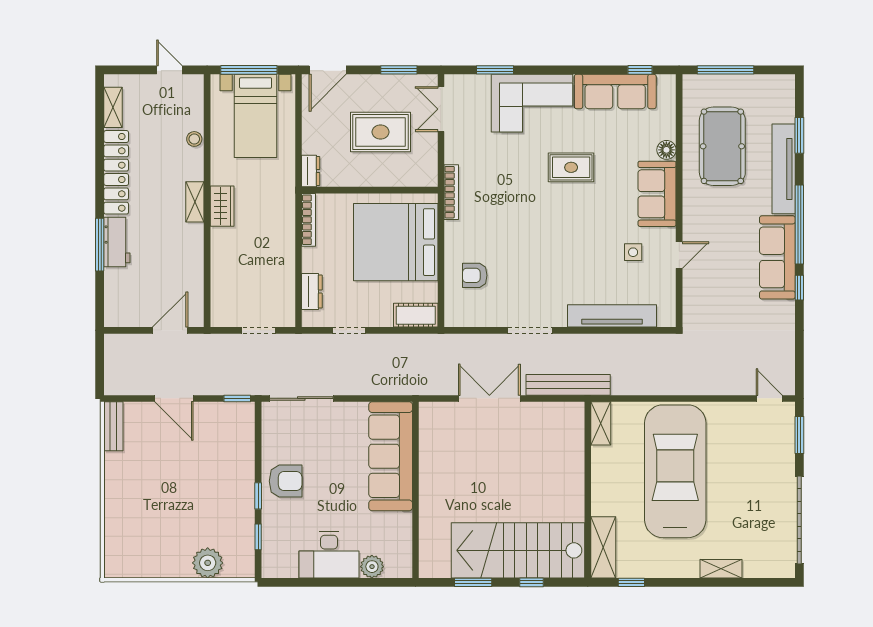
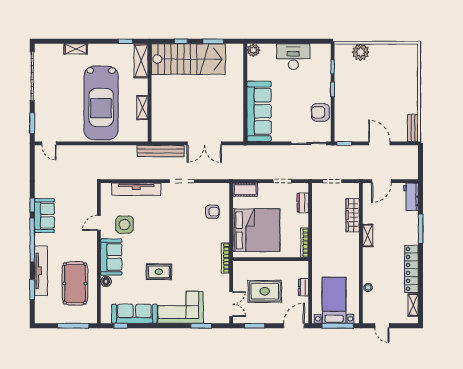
dresser: (311, 171) -> (303, 287), moved
shelving: (195, 202) -> (368, 235), moved
wardrobe: (222, 206) -> (353, 215), moved, width x1.50
workbench: (117, 242) -> (411, 197), moved
side table: (633, 252) -> (124, 225), width x1.87, depth x1.87
sofa: (777, 257) -> (44, 216), width x0.73
shelving: (601, 423) -> (142, 108), moved
armchair: (286, 481) -> (320, 112), moved
plant: (372, 567) -> (253, 50), moved

